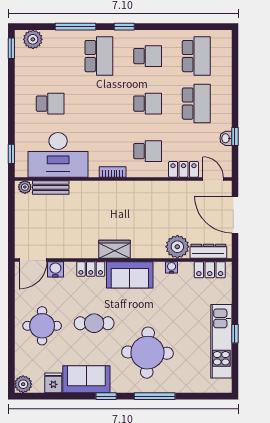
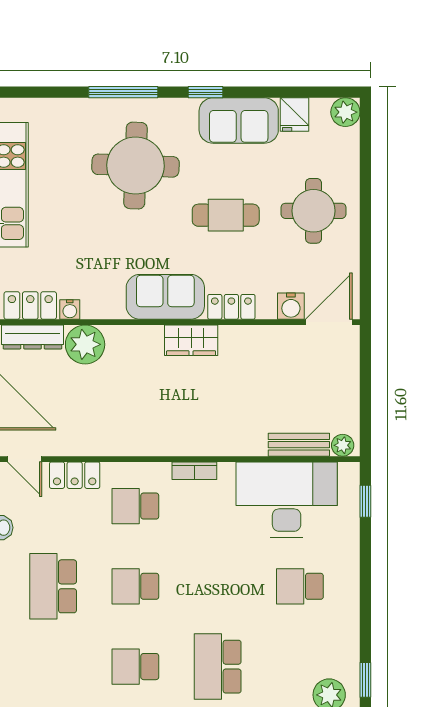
school desk: (196, 56) -> (53, 667), removed
water cooler: (172, 267) -> (70, 310), moved

